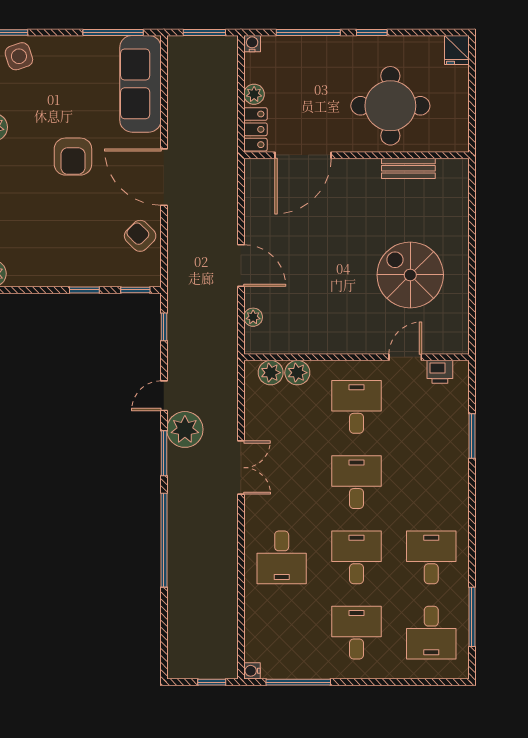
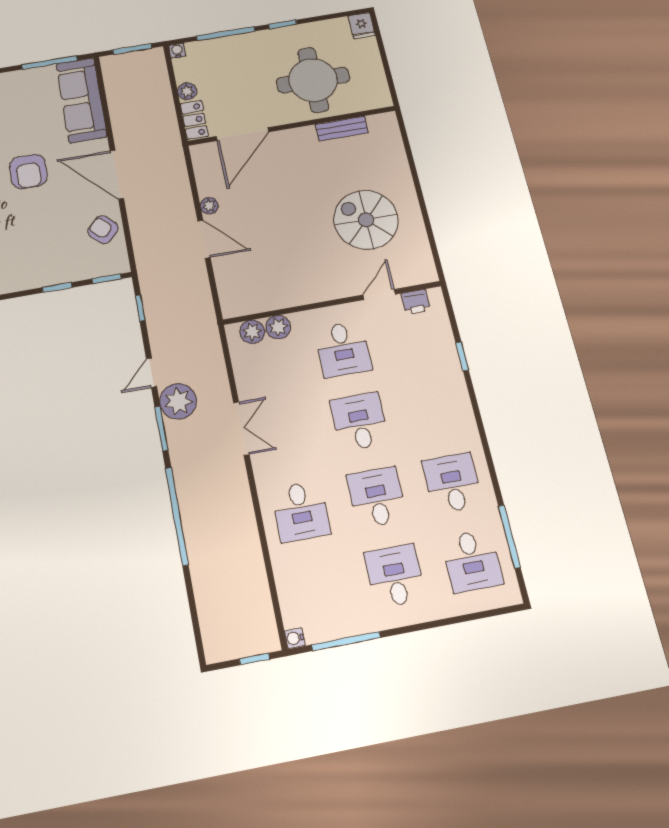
plant: (253, 317) -> (209, 206), moved
desk: (356, 407) -> (343, 349), turned 180
window: (472, 436) -> (462, 356), width x0.67

